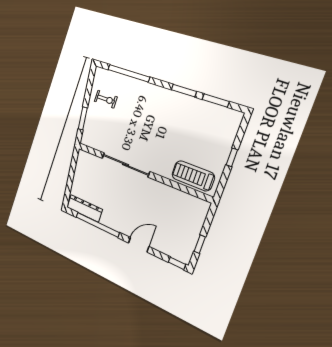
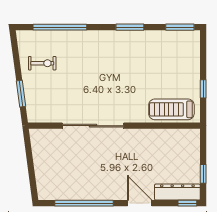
window: (216, 100) -> (180, 27), moved
window: (232, 157) -> (203, 89), moved
dresser: (85, 208) -> (177, 192), moved
door: (139, 245) -> (140, 203), hinge flipped

